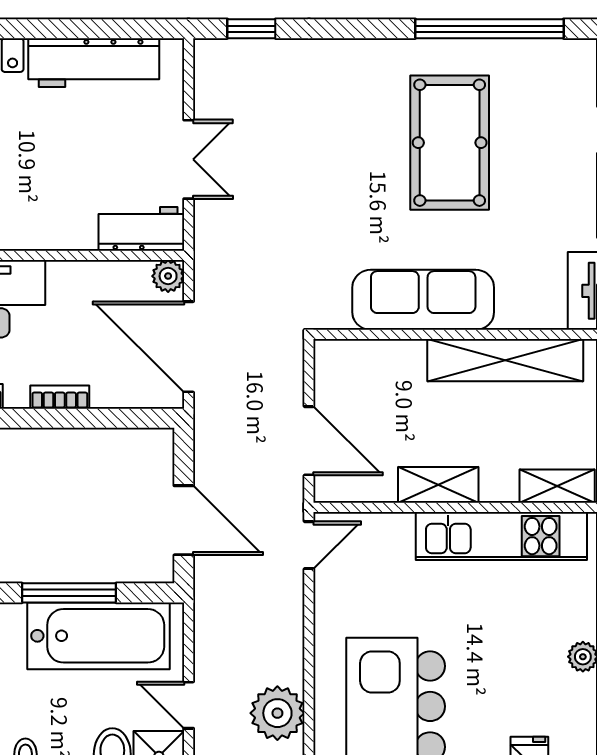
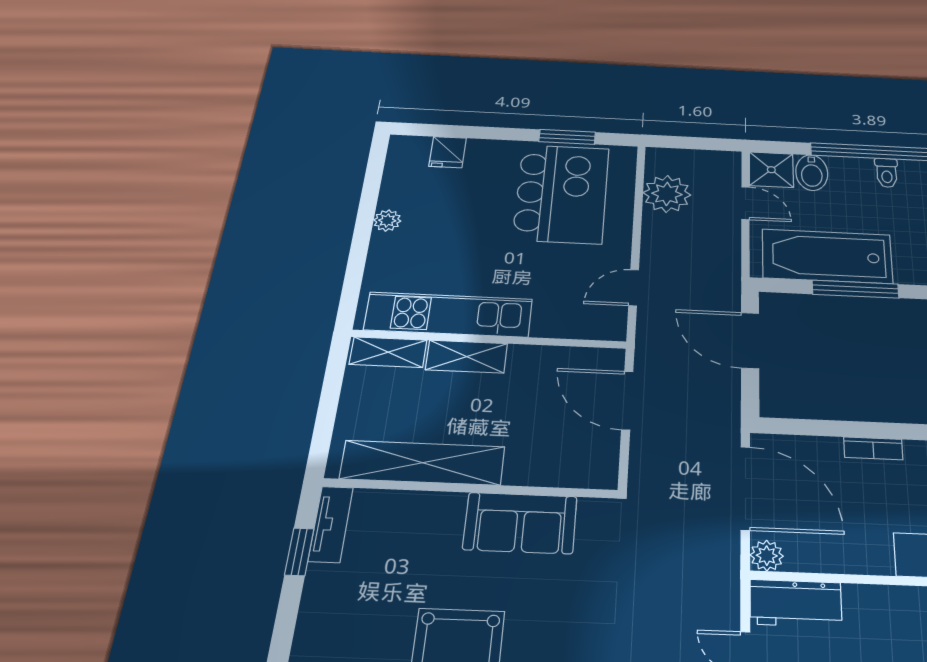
sofa: (423, 300) -> (520, 523), width x0.73
shelving: (438, 485) -> (467, 357), moved
door: (309, 545) -> (634, 288), moved

